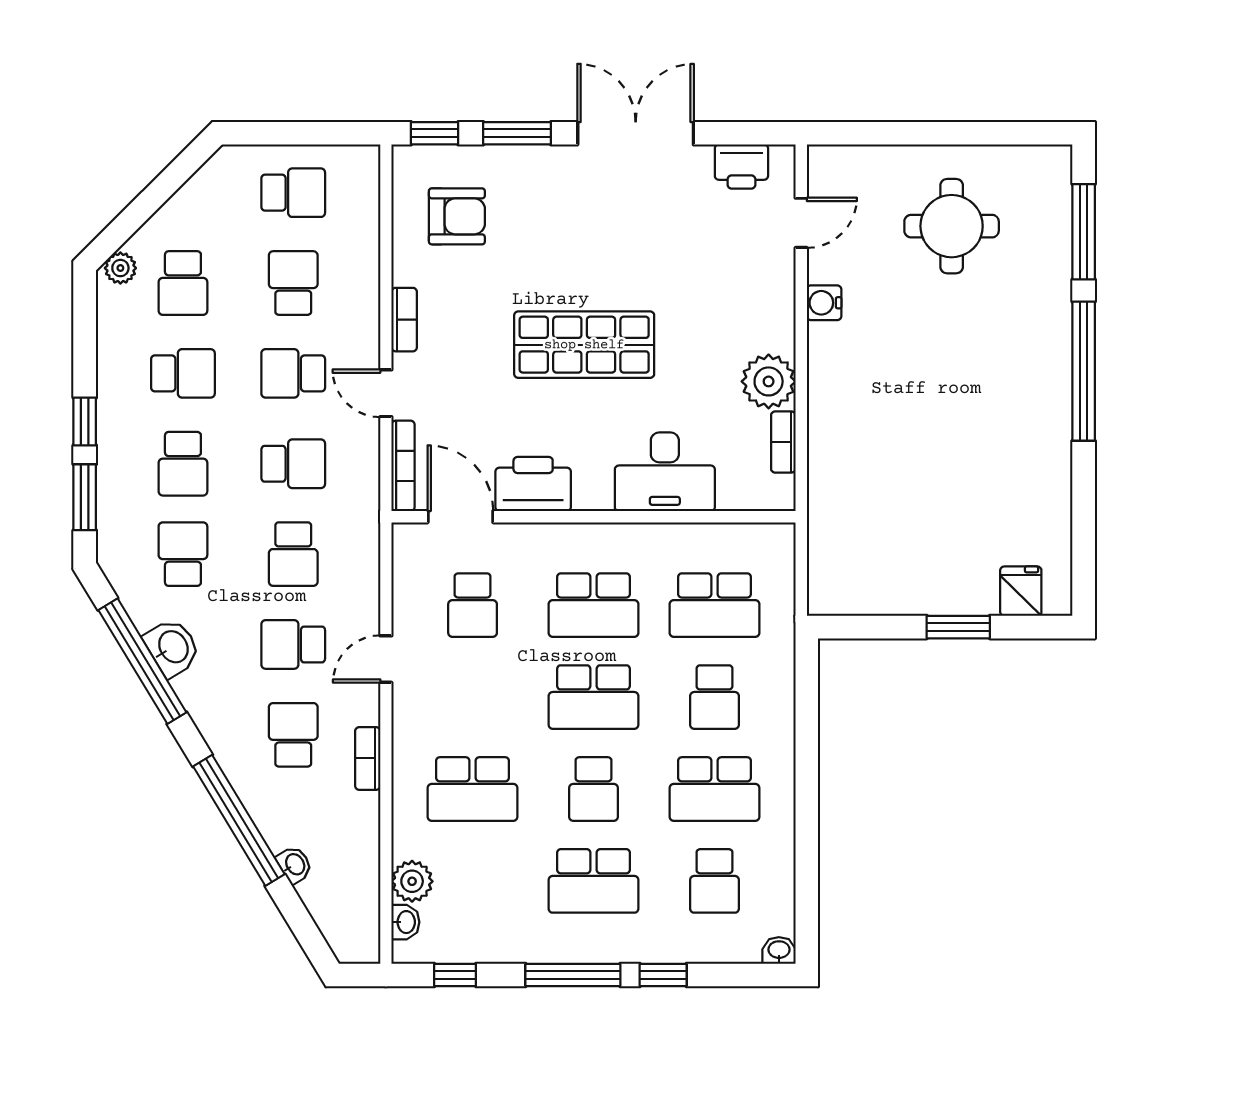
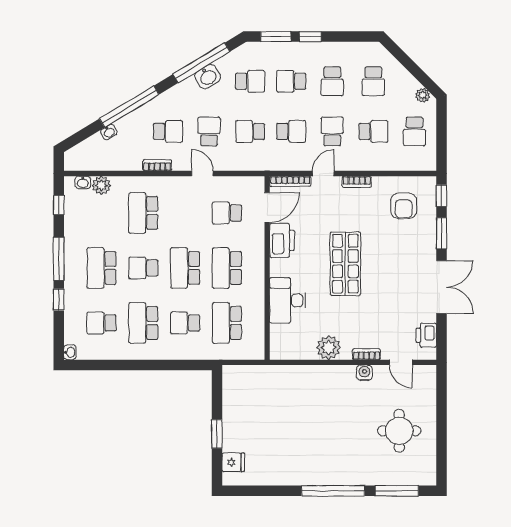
plant: (120, 268) -> (423, 95), moved
school desk: (183, 283) -> (373, 81), turned -90
bookcase: (783, 442) -> (366, 354), moved
school desk: (293, 464) -> (291, 131), turned -90

